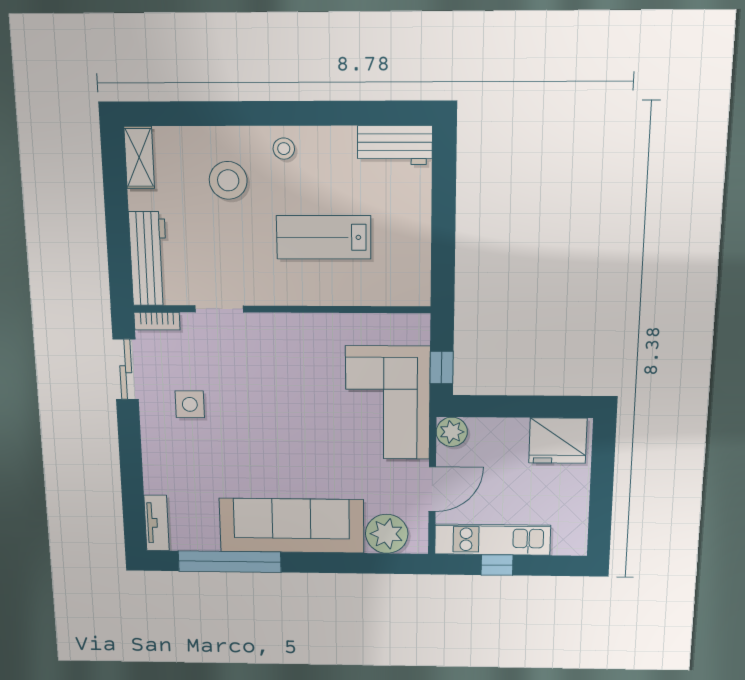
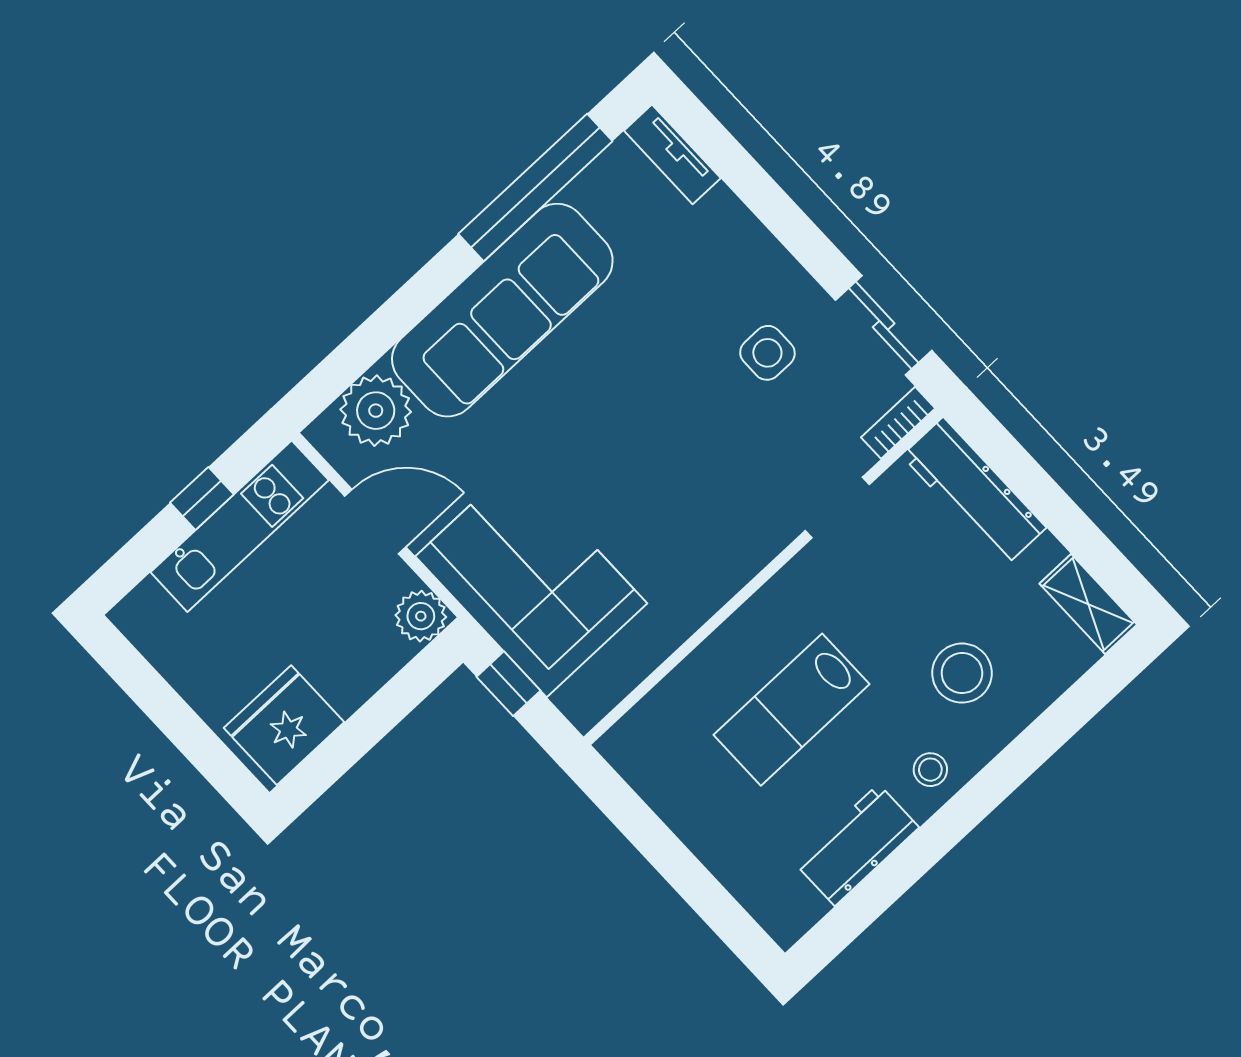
workbench: (395, 145) -> (857, 845), moved
lab bench: (324, 237) -> (791, 710), turned 180
door: (432, 489) -> (375, 522), swing flipped

